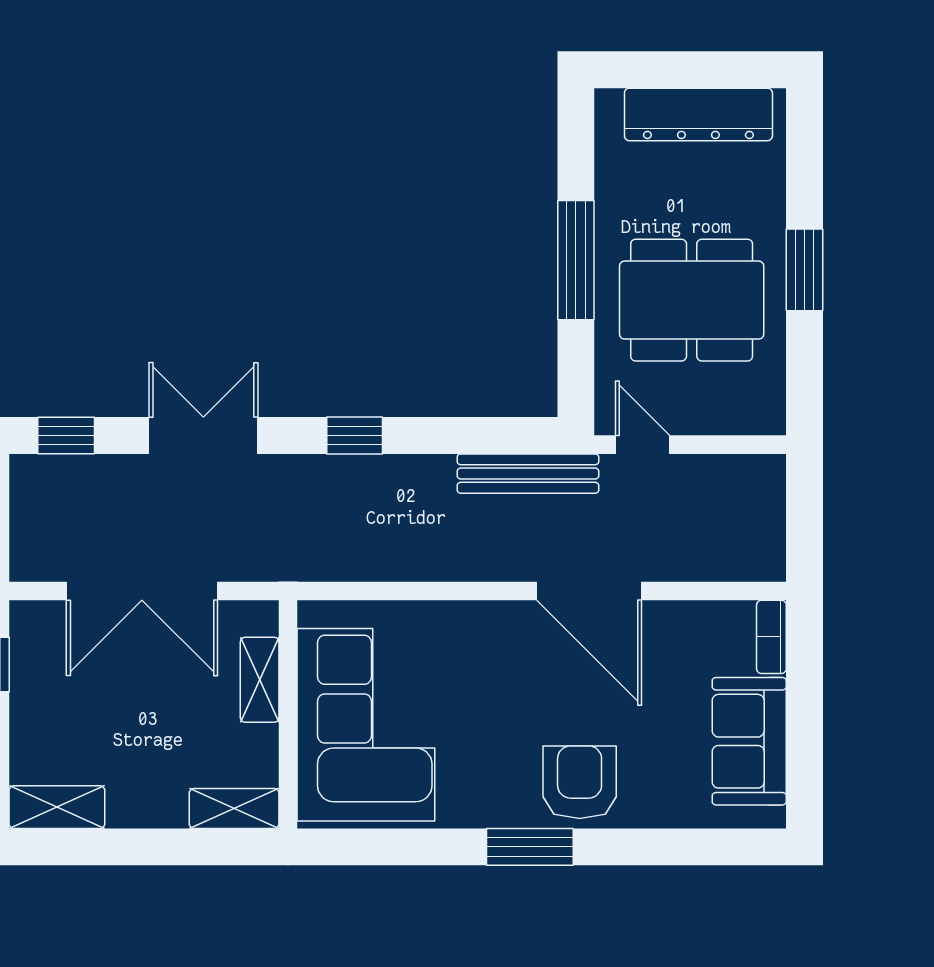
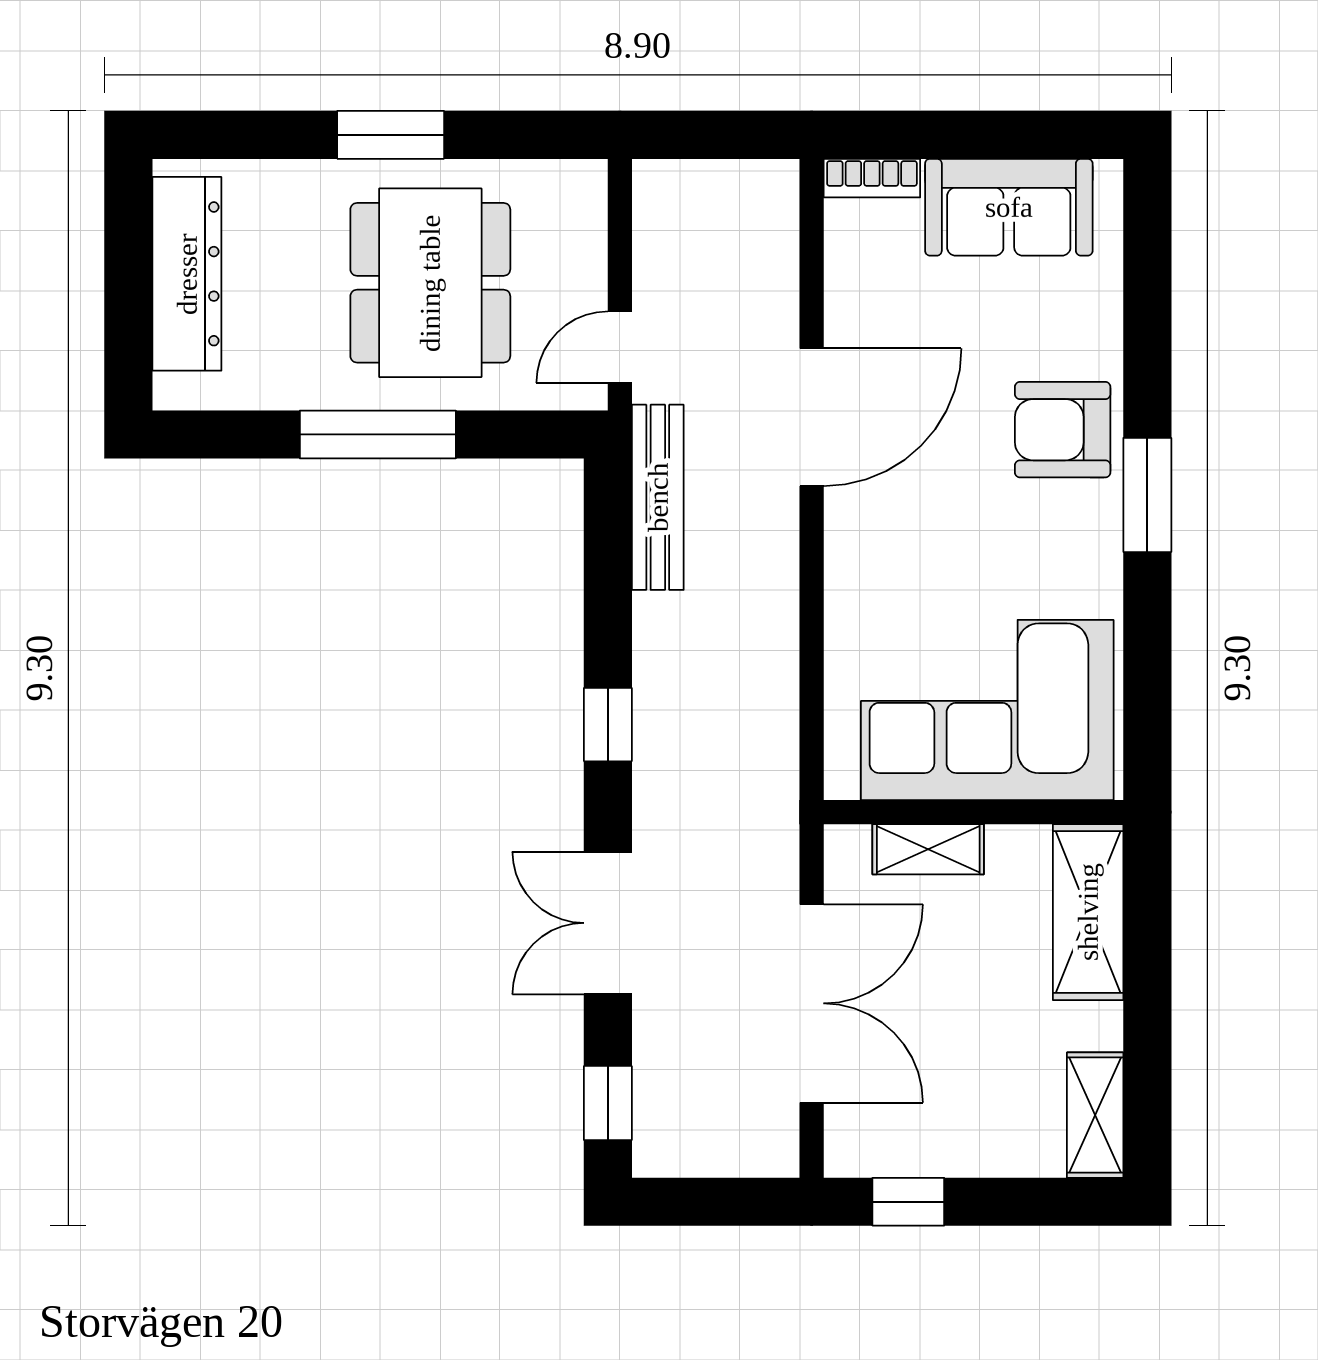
shelving: (234, 808) -> (1088, 912), width x1.50, depth x1.33

